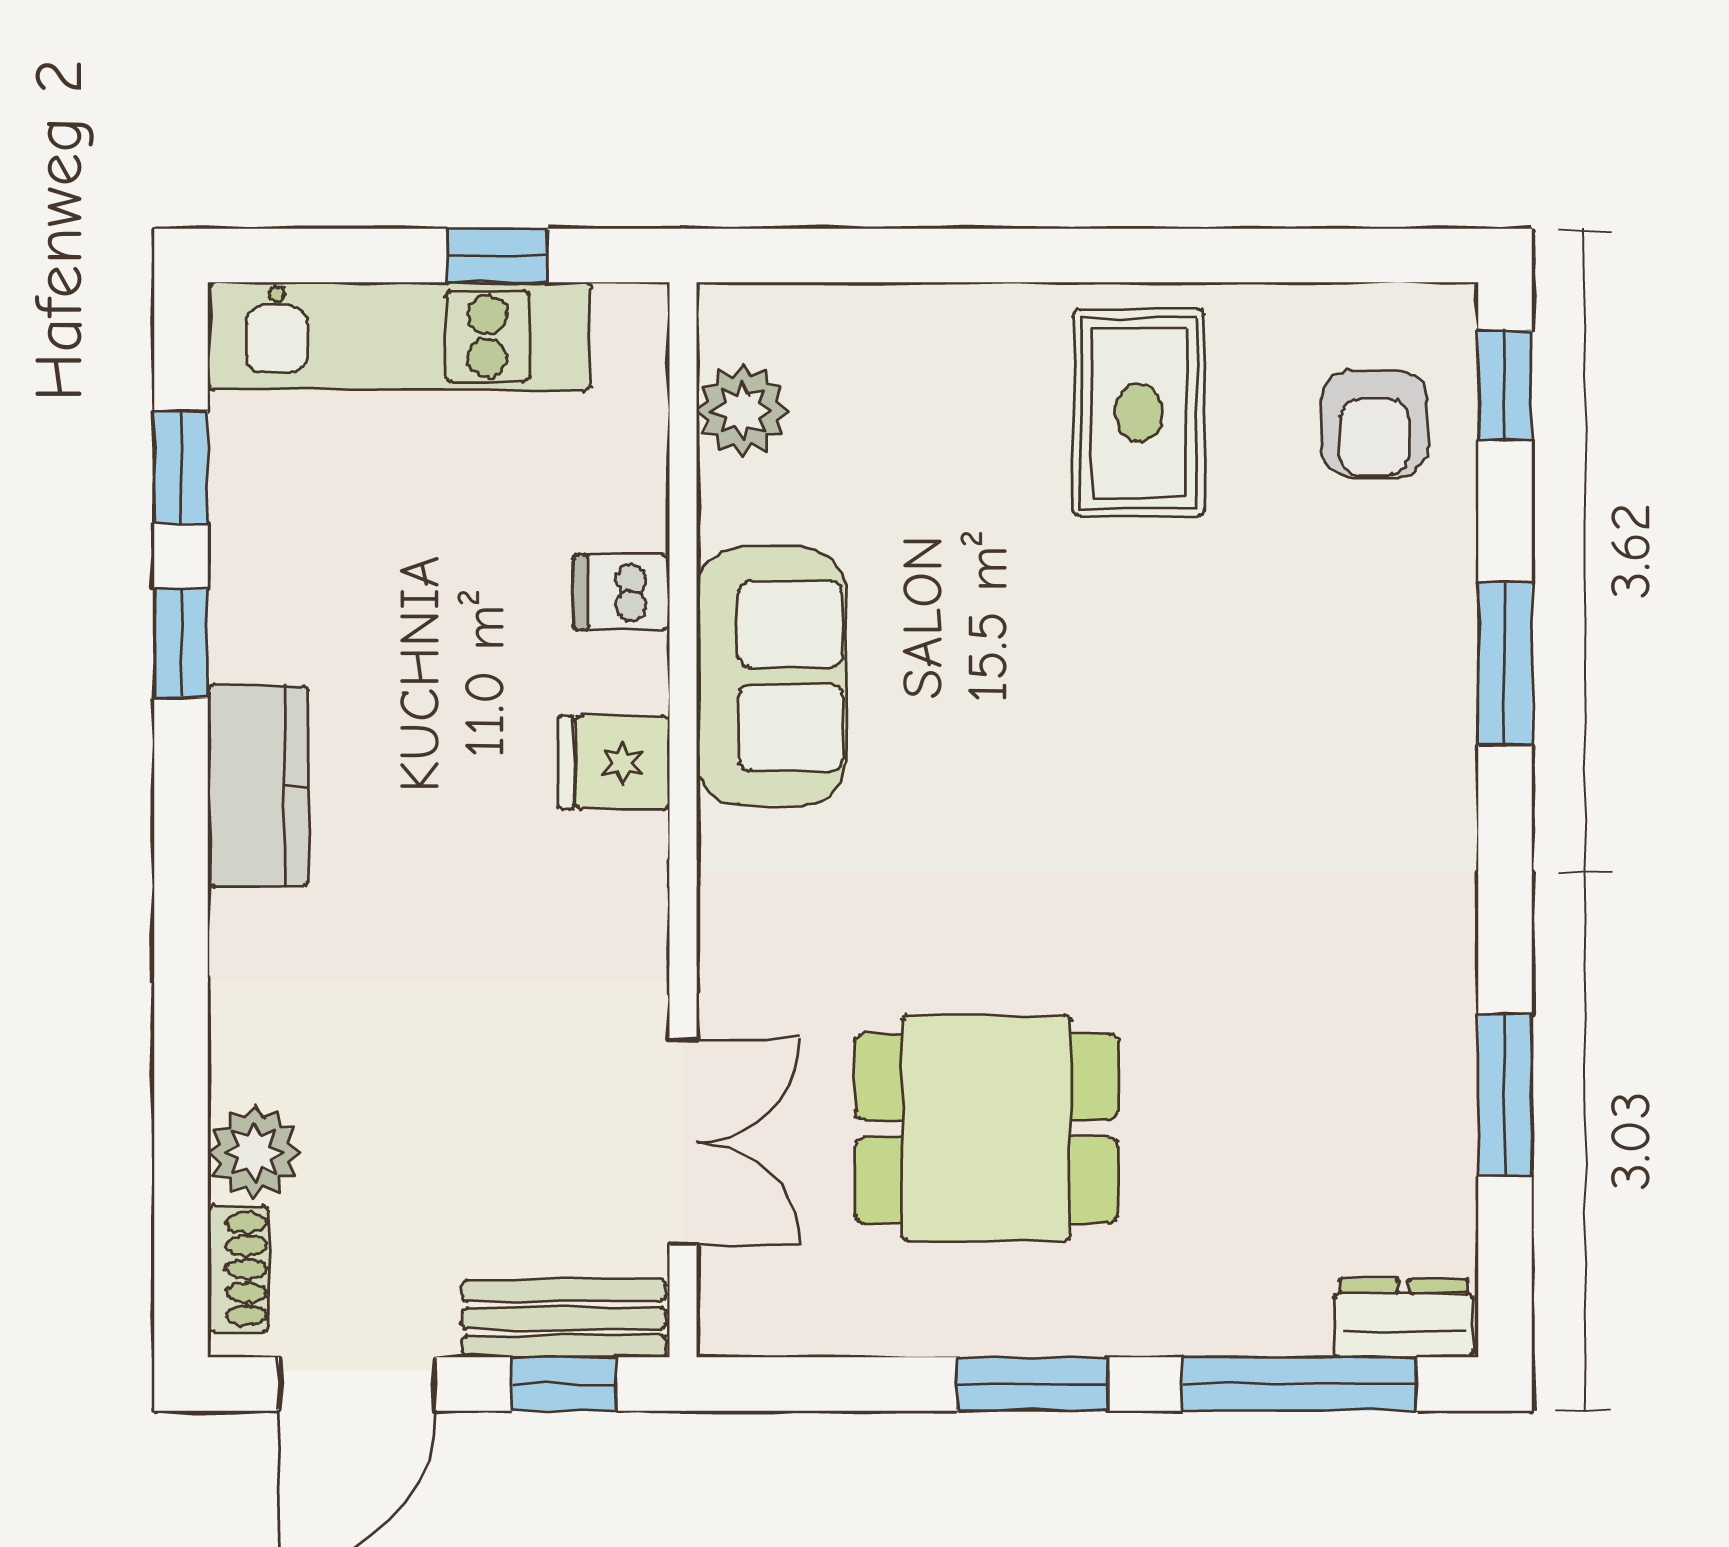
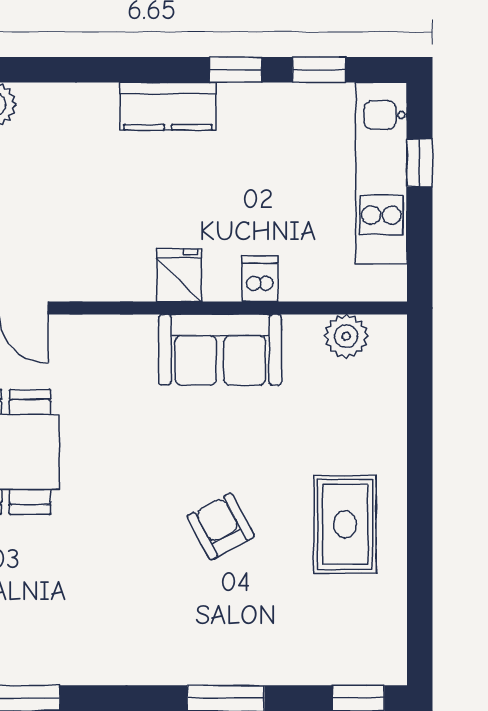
window: (497, 256) -> (420, 163), moved
rug: (1139, 413) -> (345, 524), turned 90
armchair: (1374, 424) -> (221, 526), moved, turned 62

